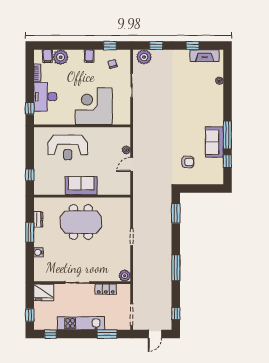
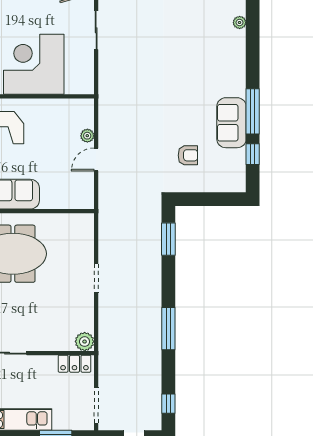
locker: (106, 289) -> (74, 364), moved

